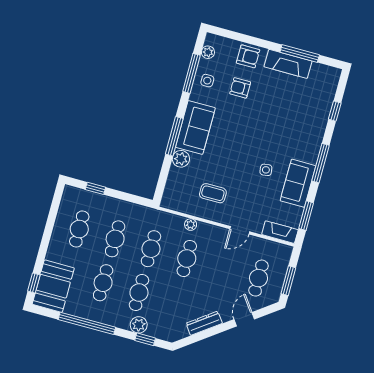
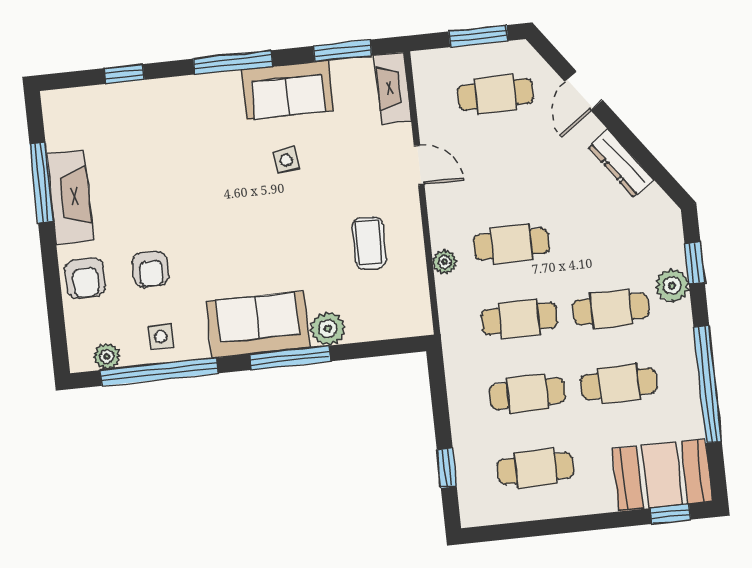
armchair: (248, 56) -> (85, 278), turned 180
window: (192, 73) -> (159, 372), width x1.46
door: (244, 319) -> (584, 91), hinge flipped

